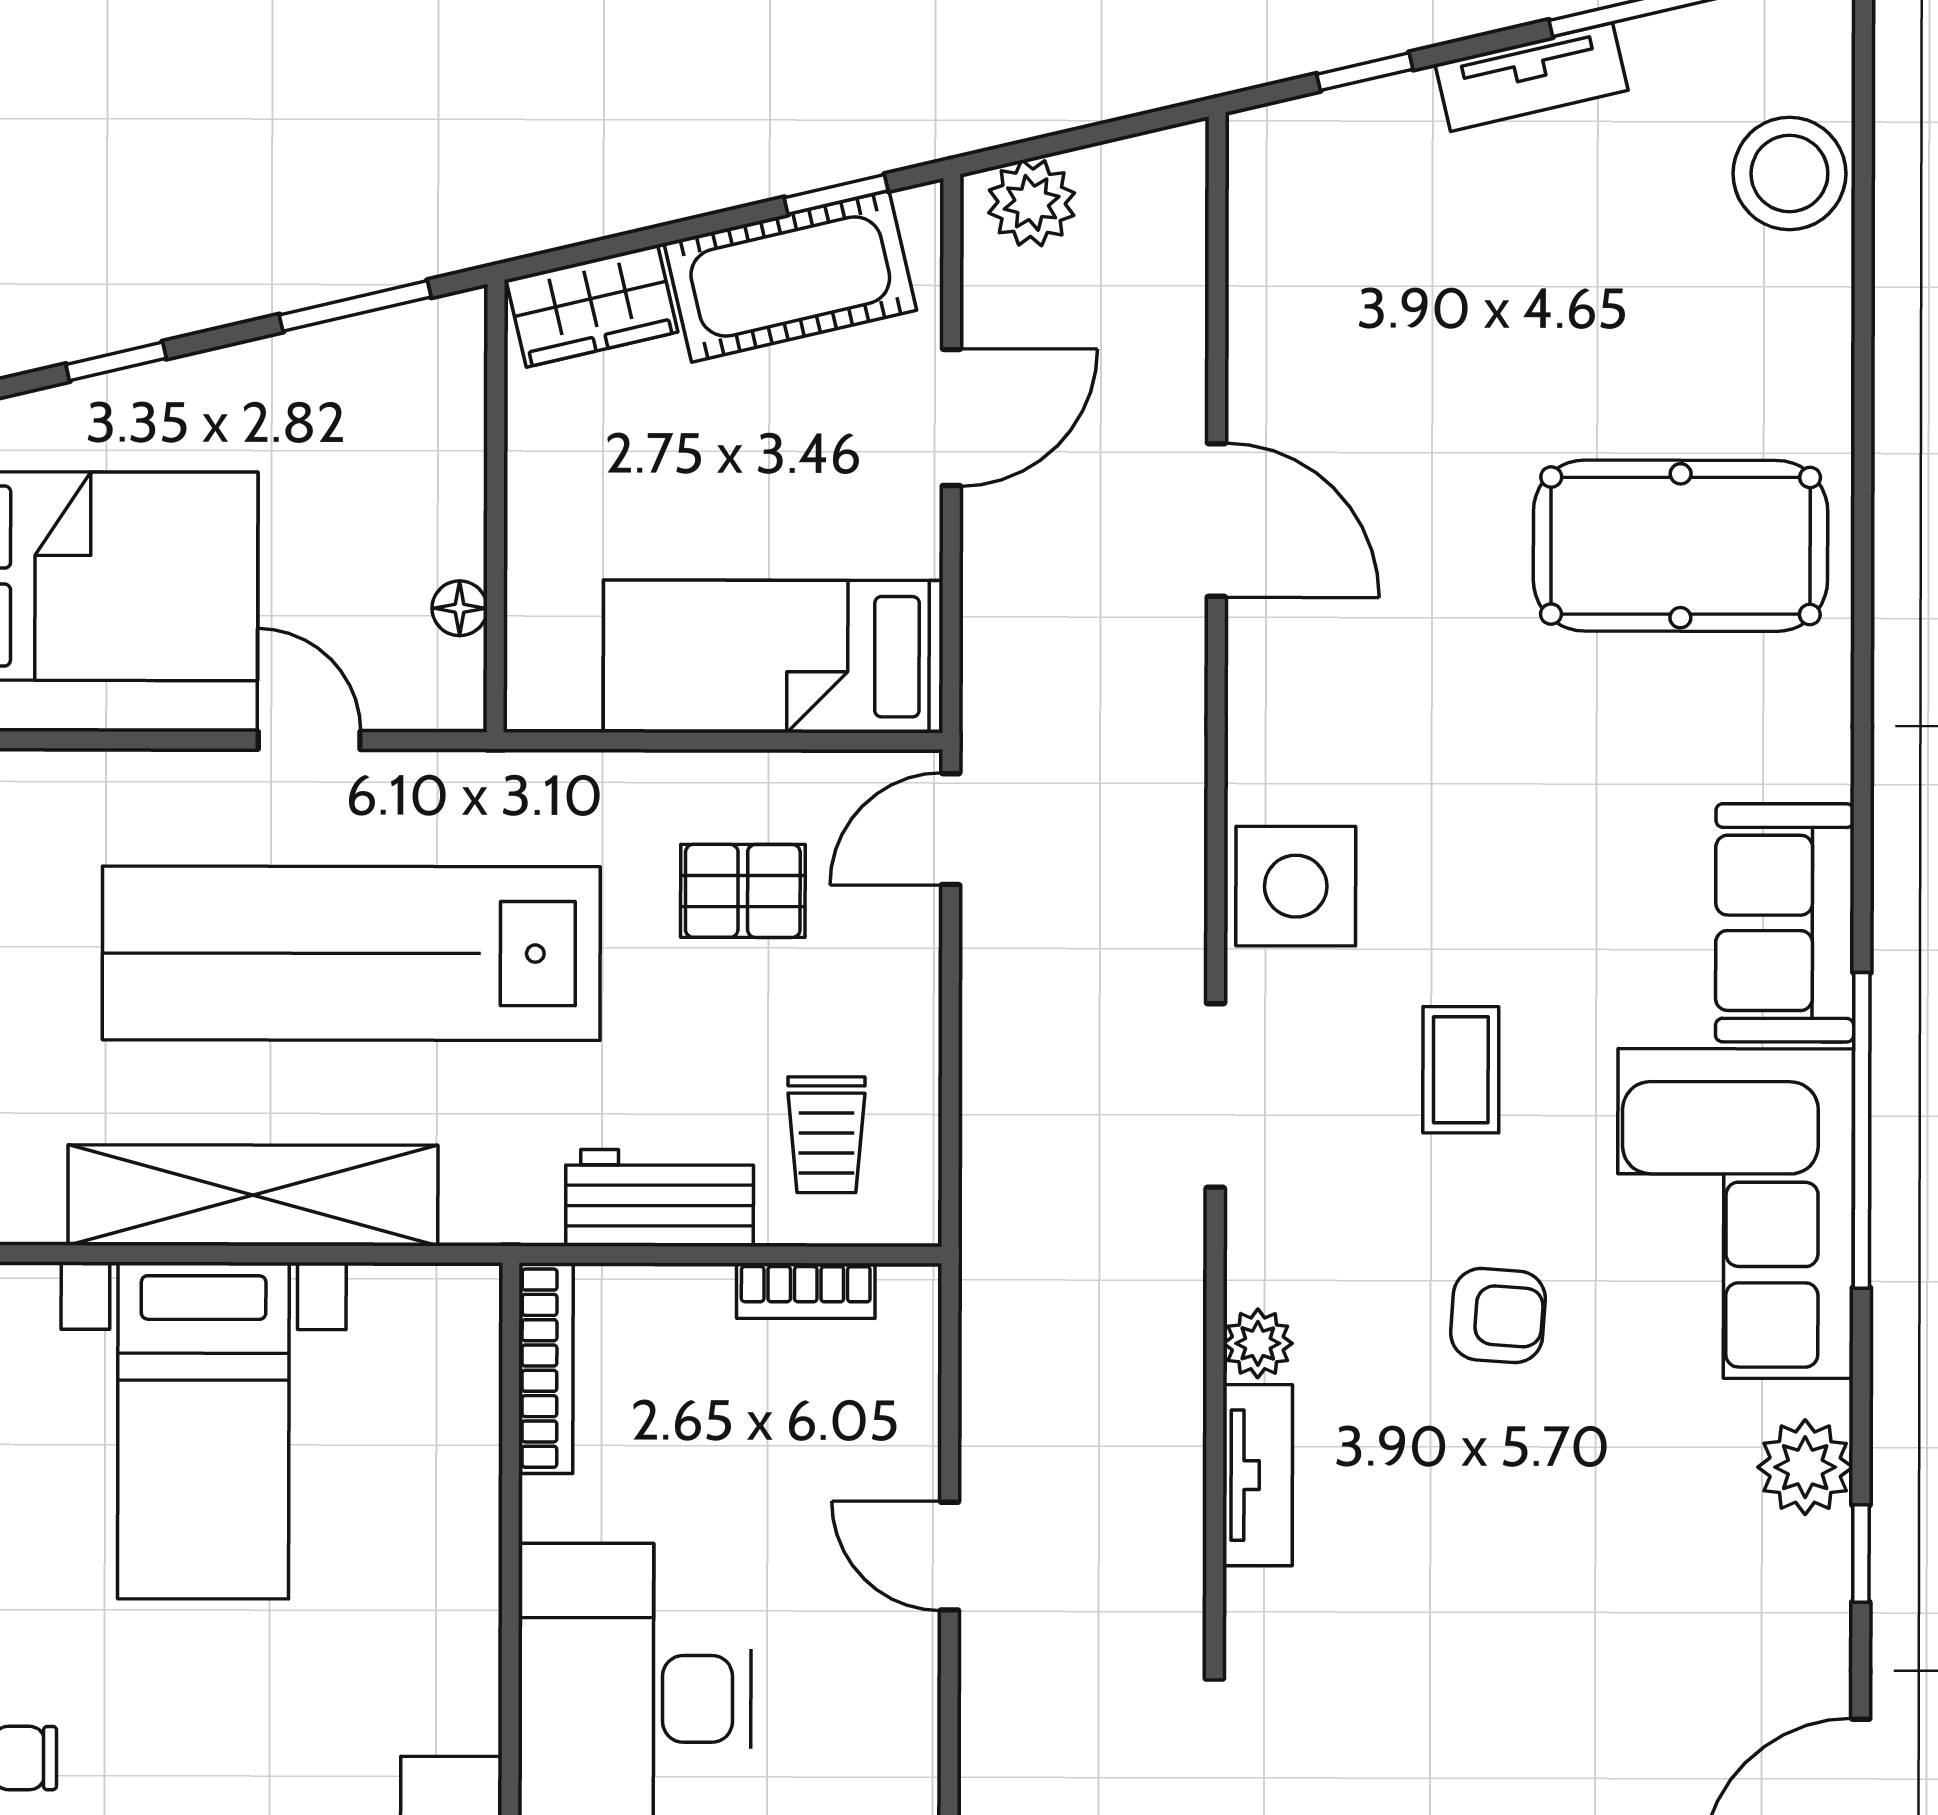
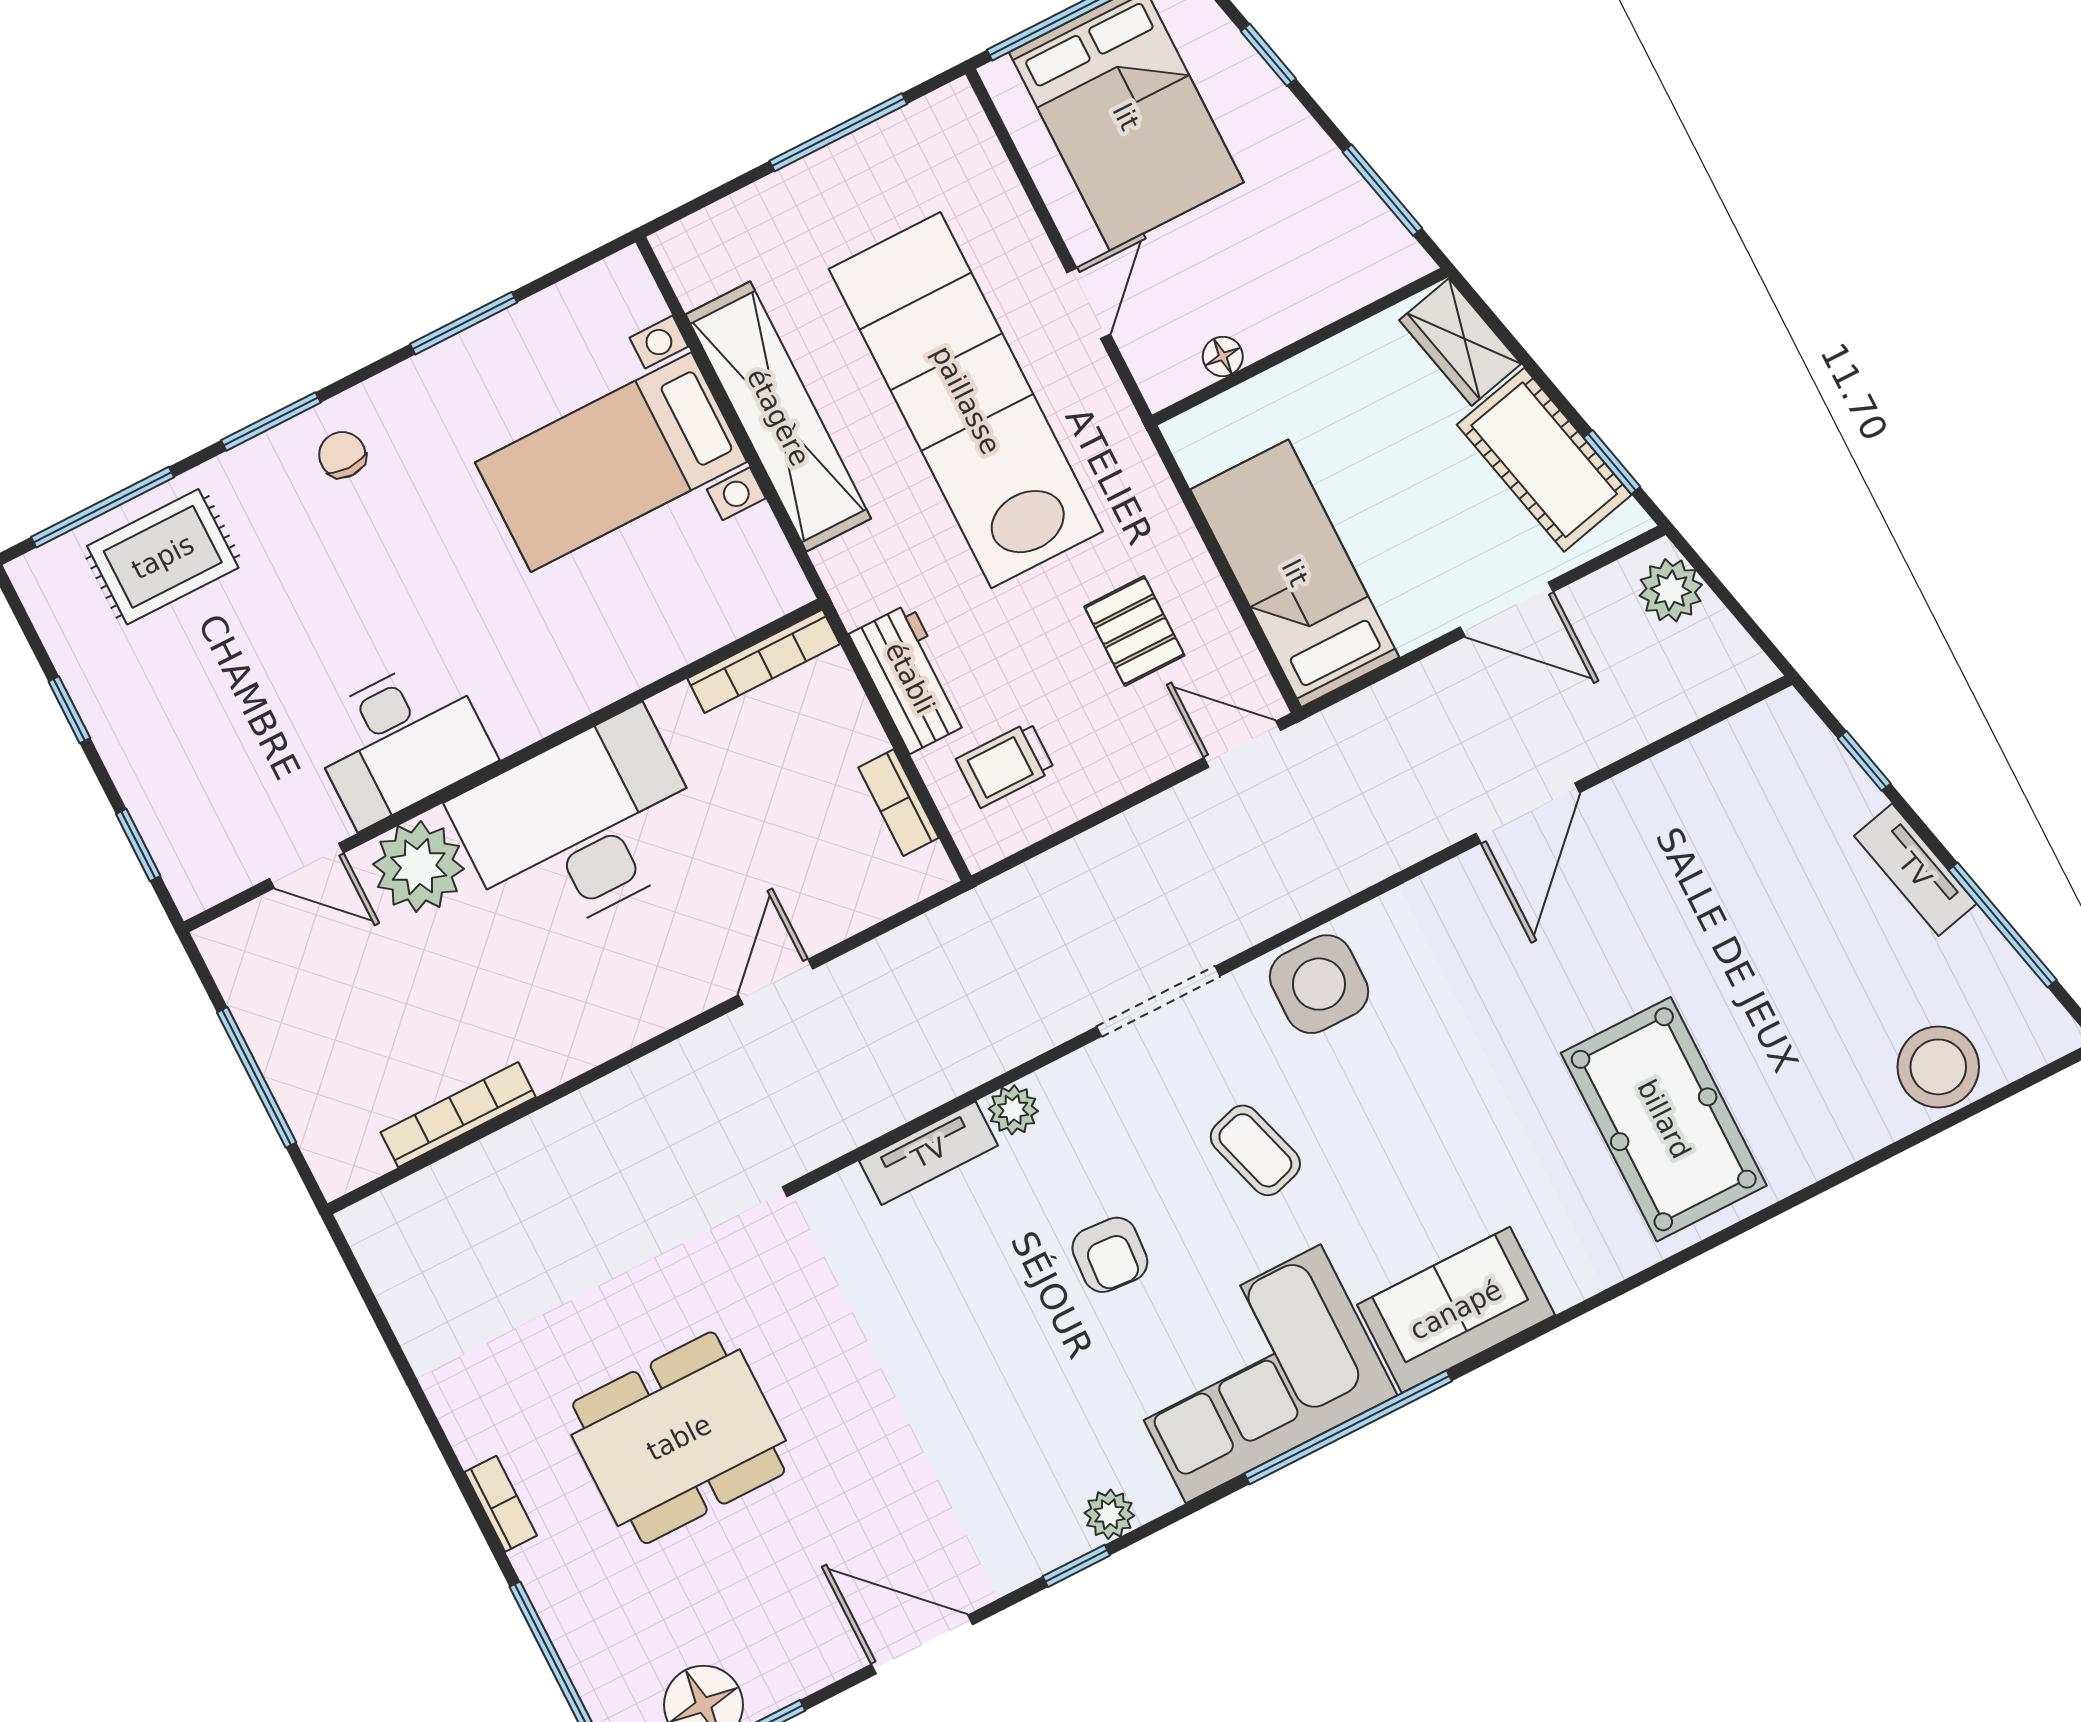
coffee table: (1461, 1070) -> (1255, 1150), turned 73
plant: (1805, 1467) -> (1109, 1514), width x0.73, depth x0.73

